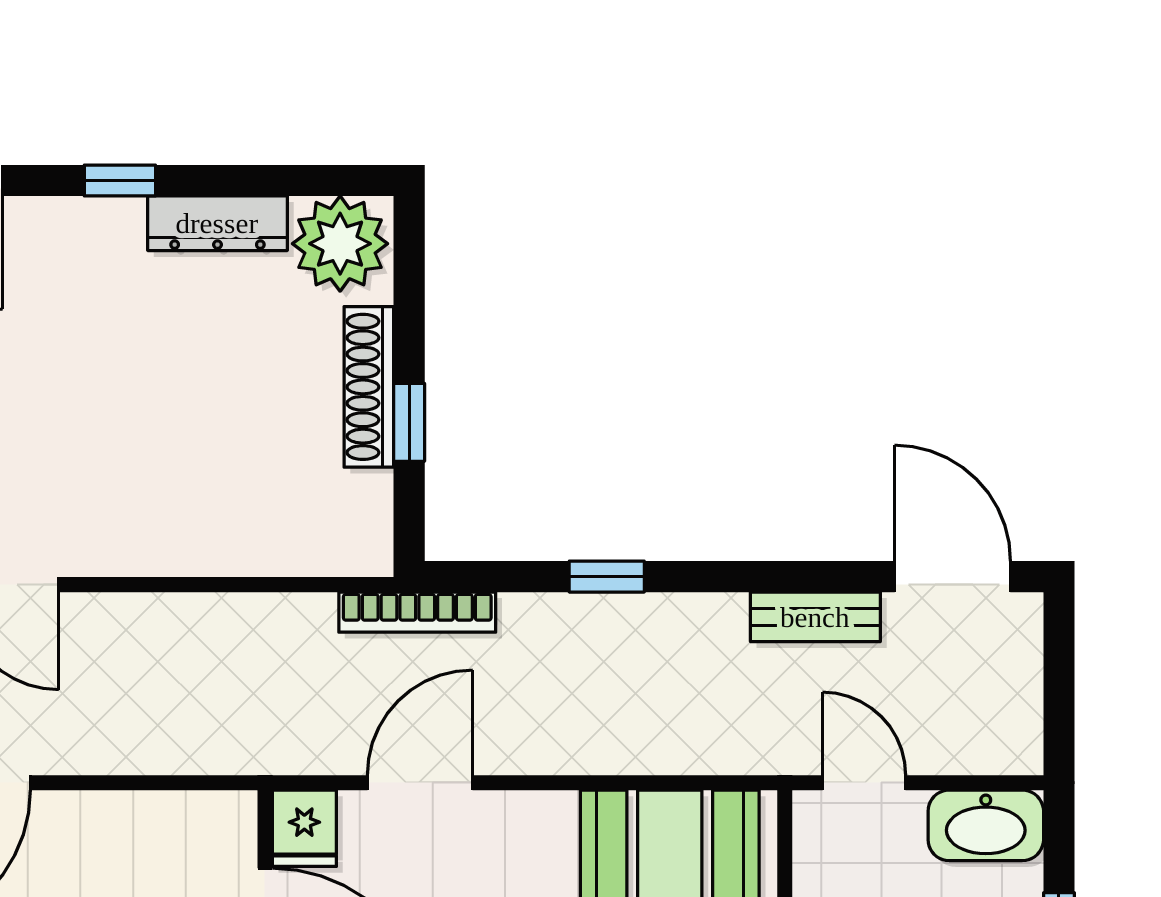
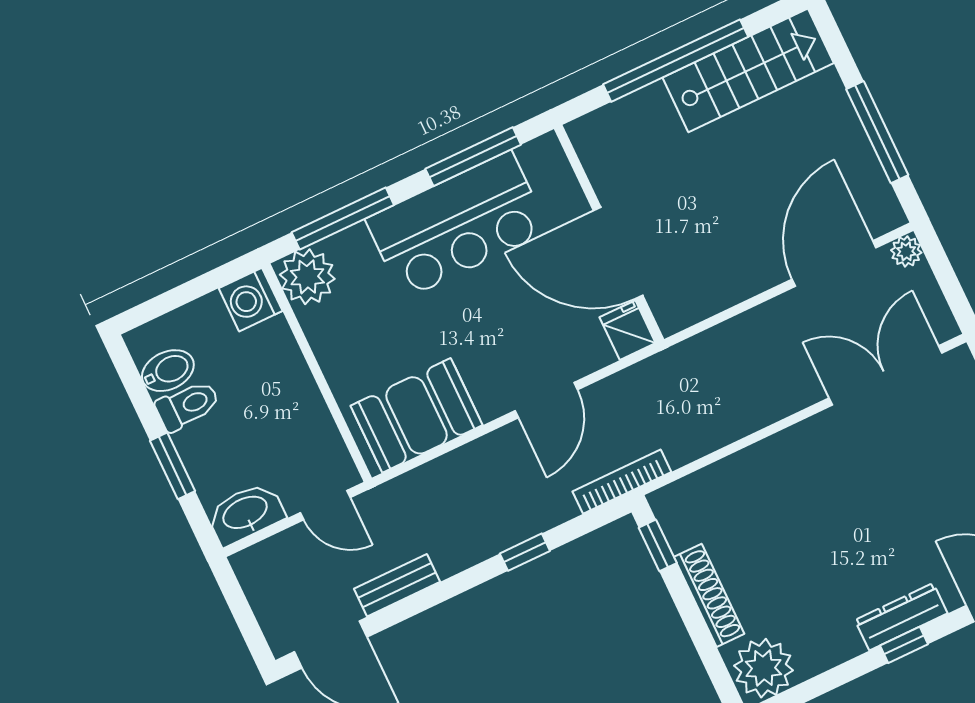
dresser: (217, 223) -> (901, 617), moved
window: (409, 422) -> (658, 545), moved
door: (420, 783) -> (546, 400), moved

